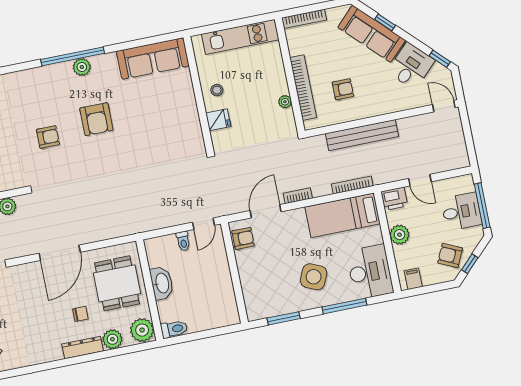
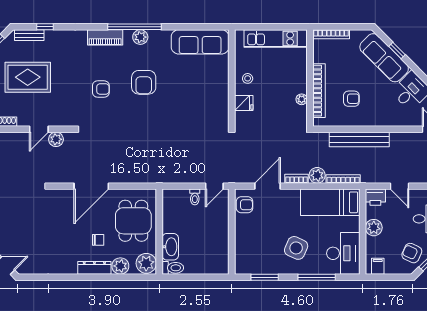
piano: (41, 76) -> (105, 37), added
plant: (321, 187) -> (317, 175), added
washbasin: (162, 283) -> (170, 247), moved

